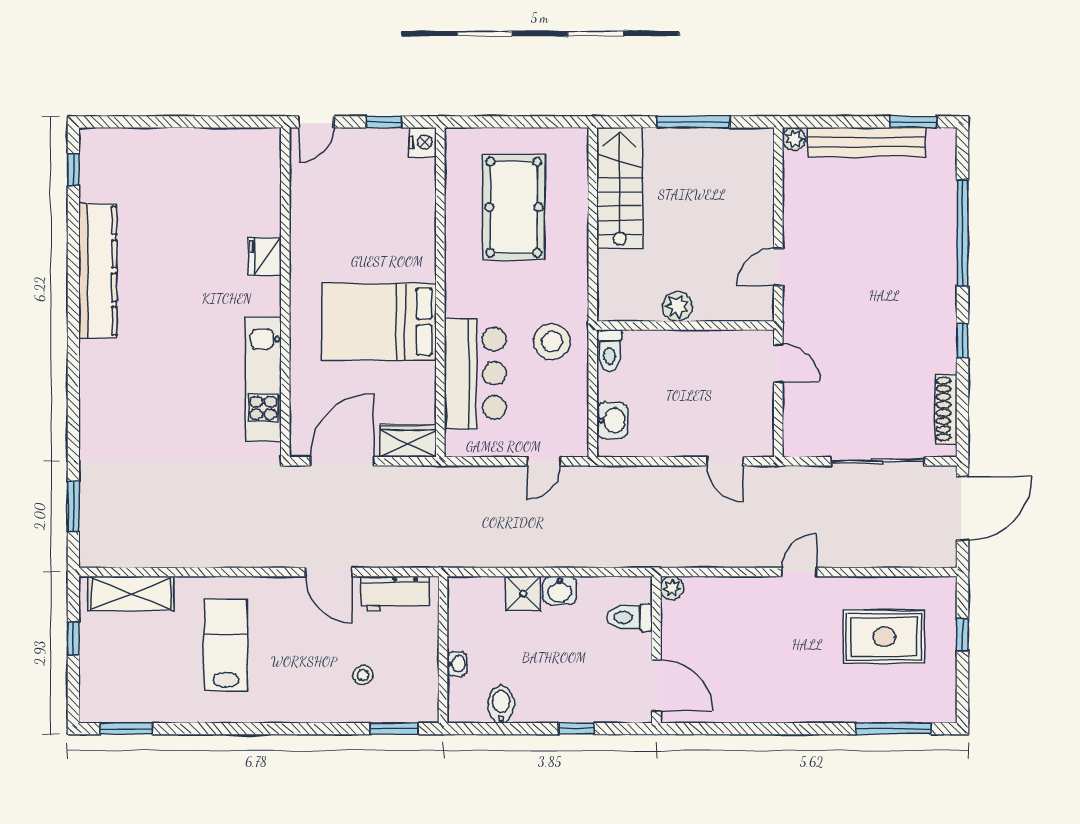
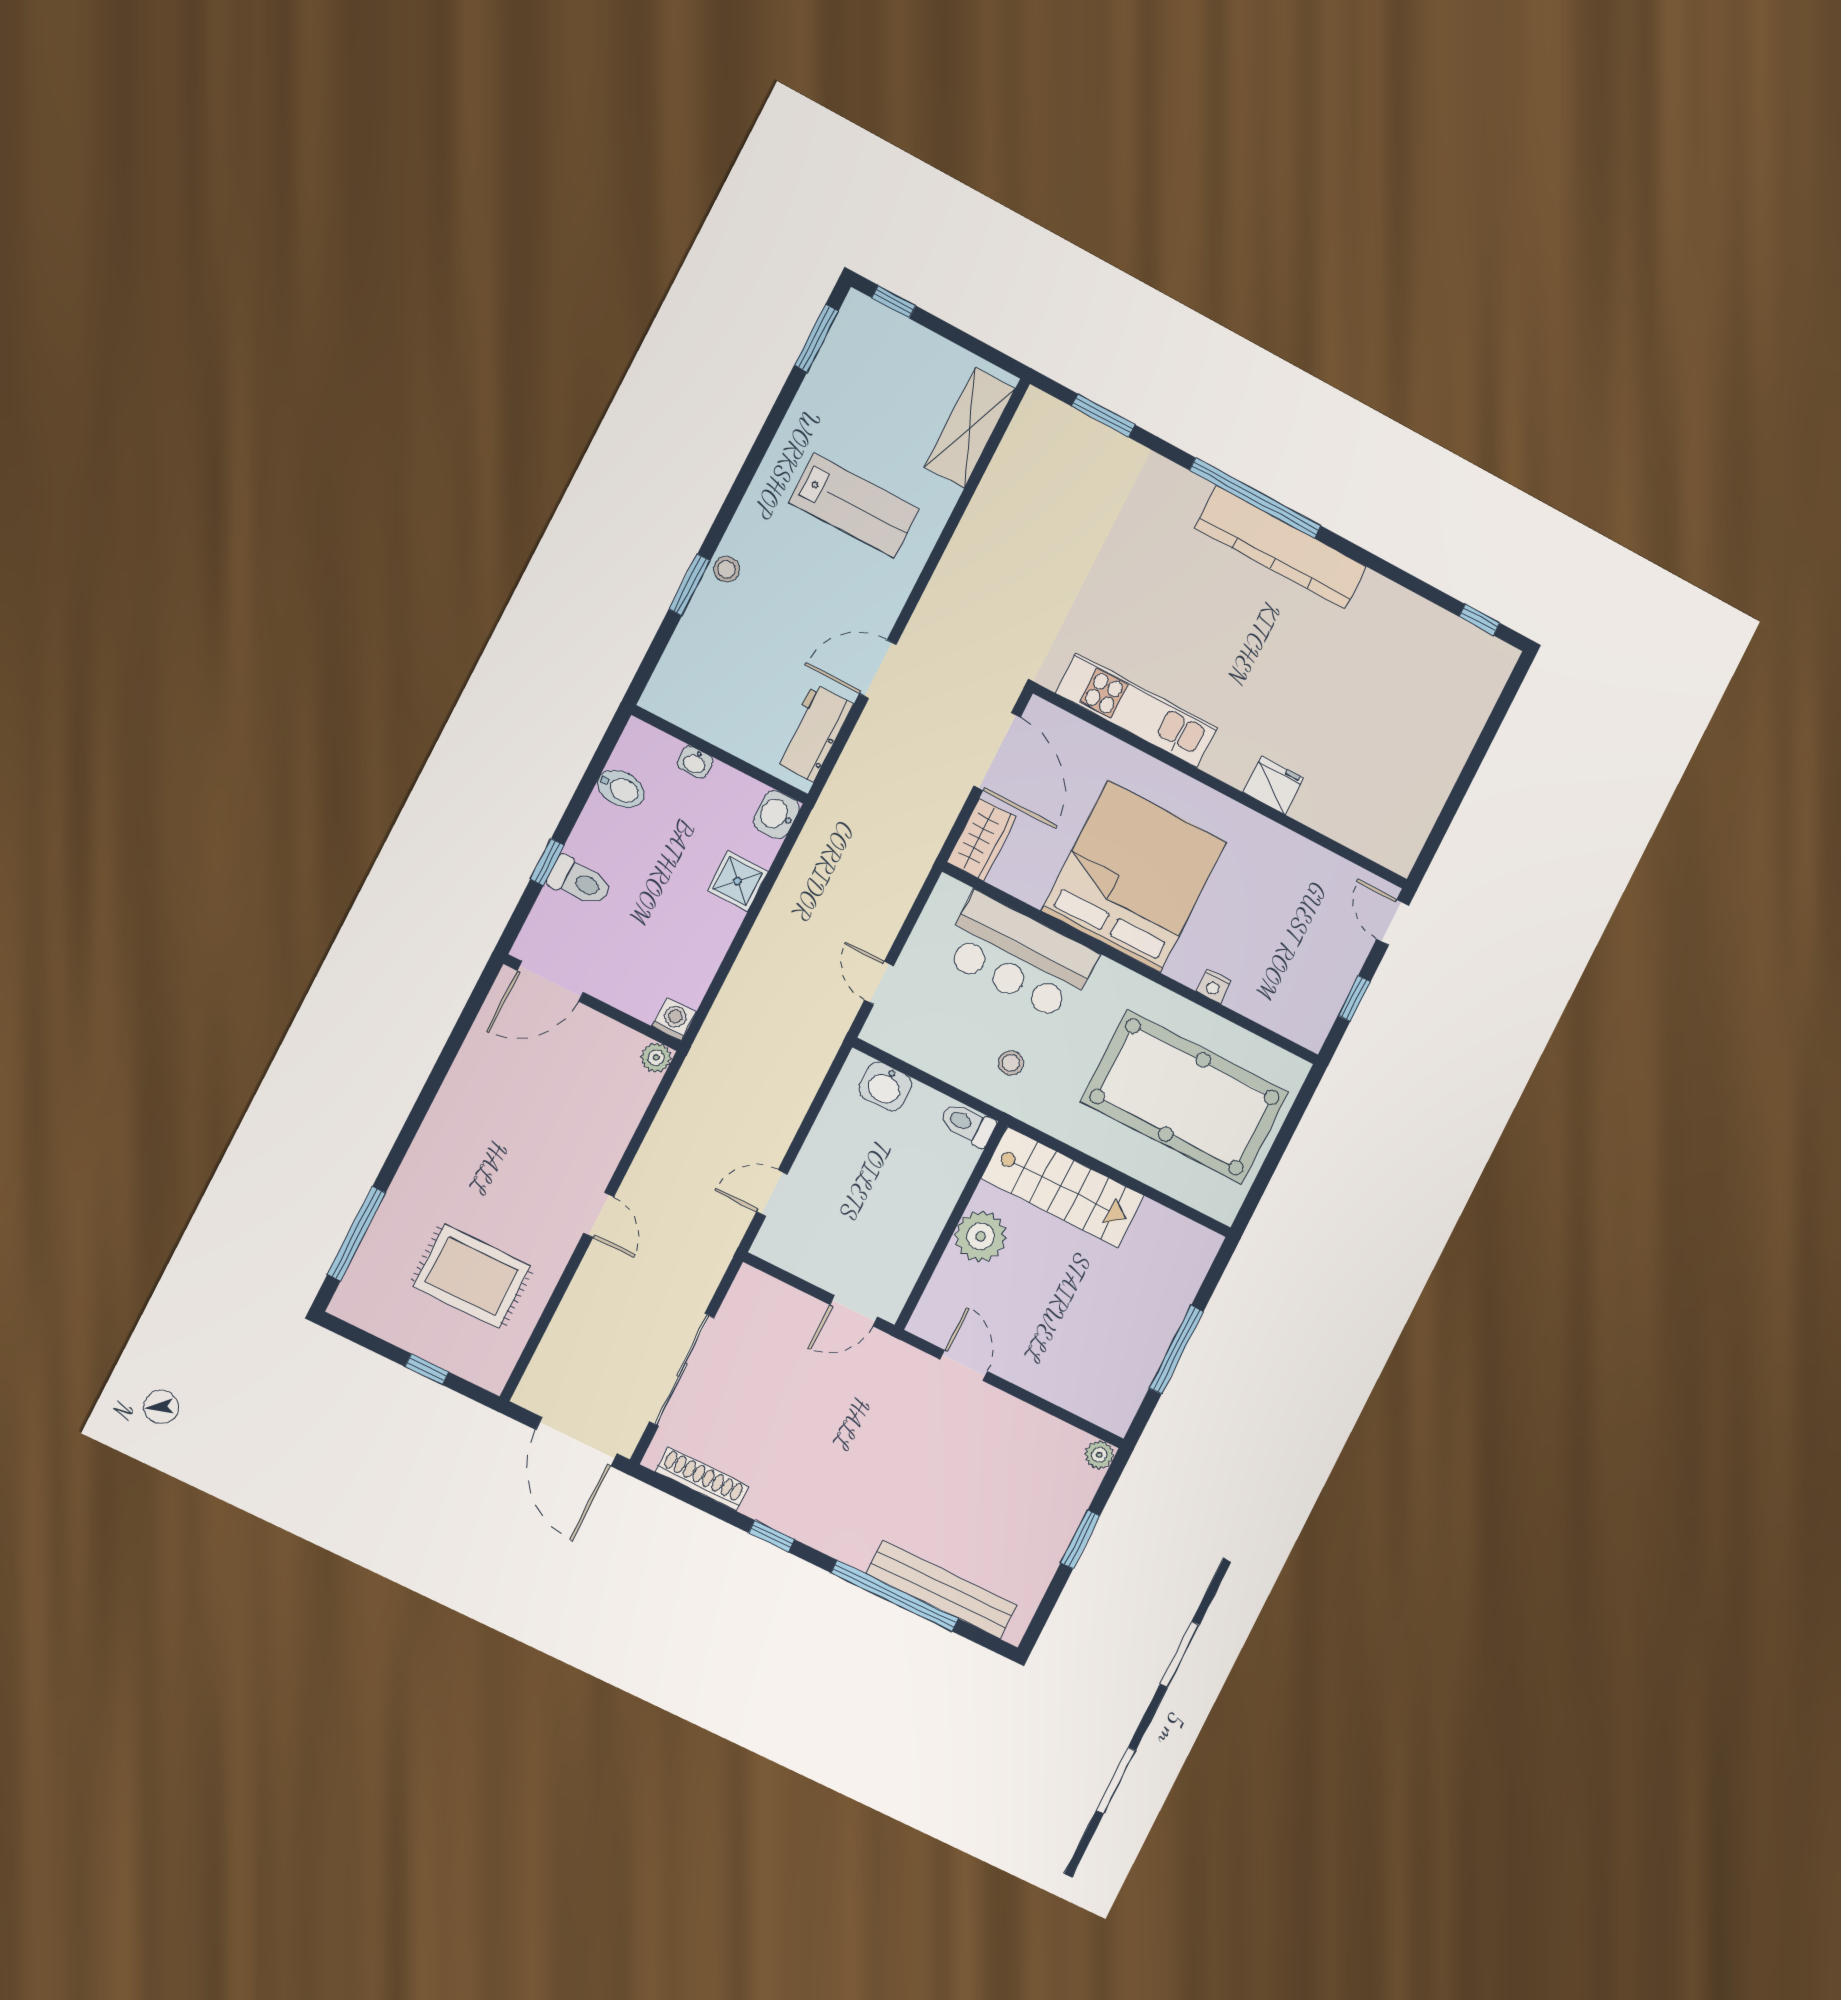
window: (913, 122) -> (1080, 1539), moved
nightstand: (423, 142) -> (1214, 986), moved, width x0.72, depth x0.74
bench: (866, 142) -> (942, 1590), moved, turned 90
stairs: (620, 188) -> (1063, 1187), moved
pool table: (514, 207) -> (1185, 1097), width x1.36, depth x1.32
kitchen counter: (98, 271) -> (1281, 547), moved
plant: (677, 306) -> (981, 1236), width x1.36, depth x1.36
bed: (379, 322) -> (1134, 876), width x1.36
stool: (552, 342) -> (1011, 1063), width x0.53, depth x0.53
window: (73, 372) -> (1255, 498), added
washing machine: (640, 589) -> (674, 1019), added
washbasin: (560, 591) -> (776, 815), moved
toilet: (630, 617) -> (580, 881), moved, turned 90
rug: (884, 637) -> (472, 1276), turned 90
window: (73, 638) -> (894, 302), moved
stool: (363, 675) -> (727, 569), moved
window: (394, 729) -> (690, 585), moved

